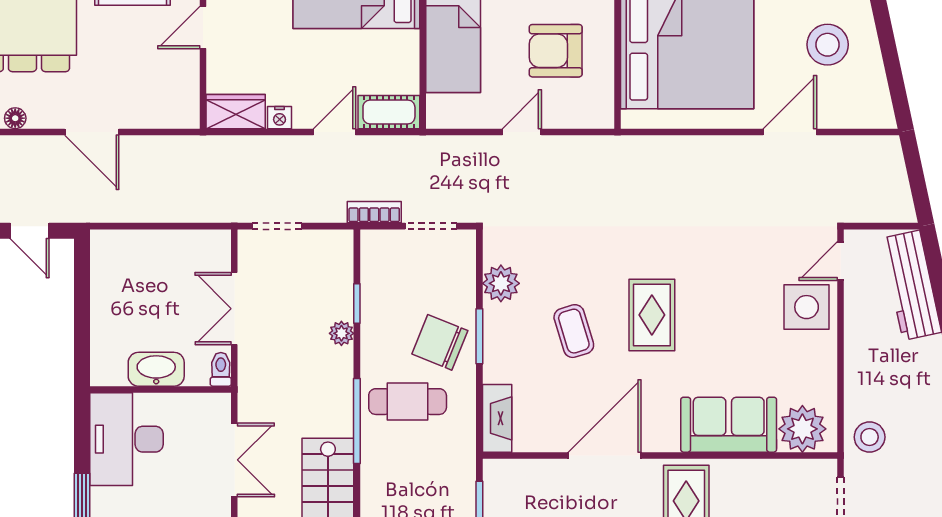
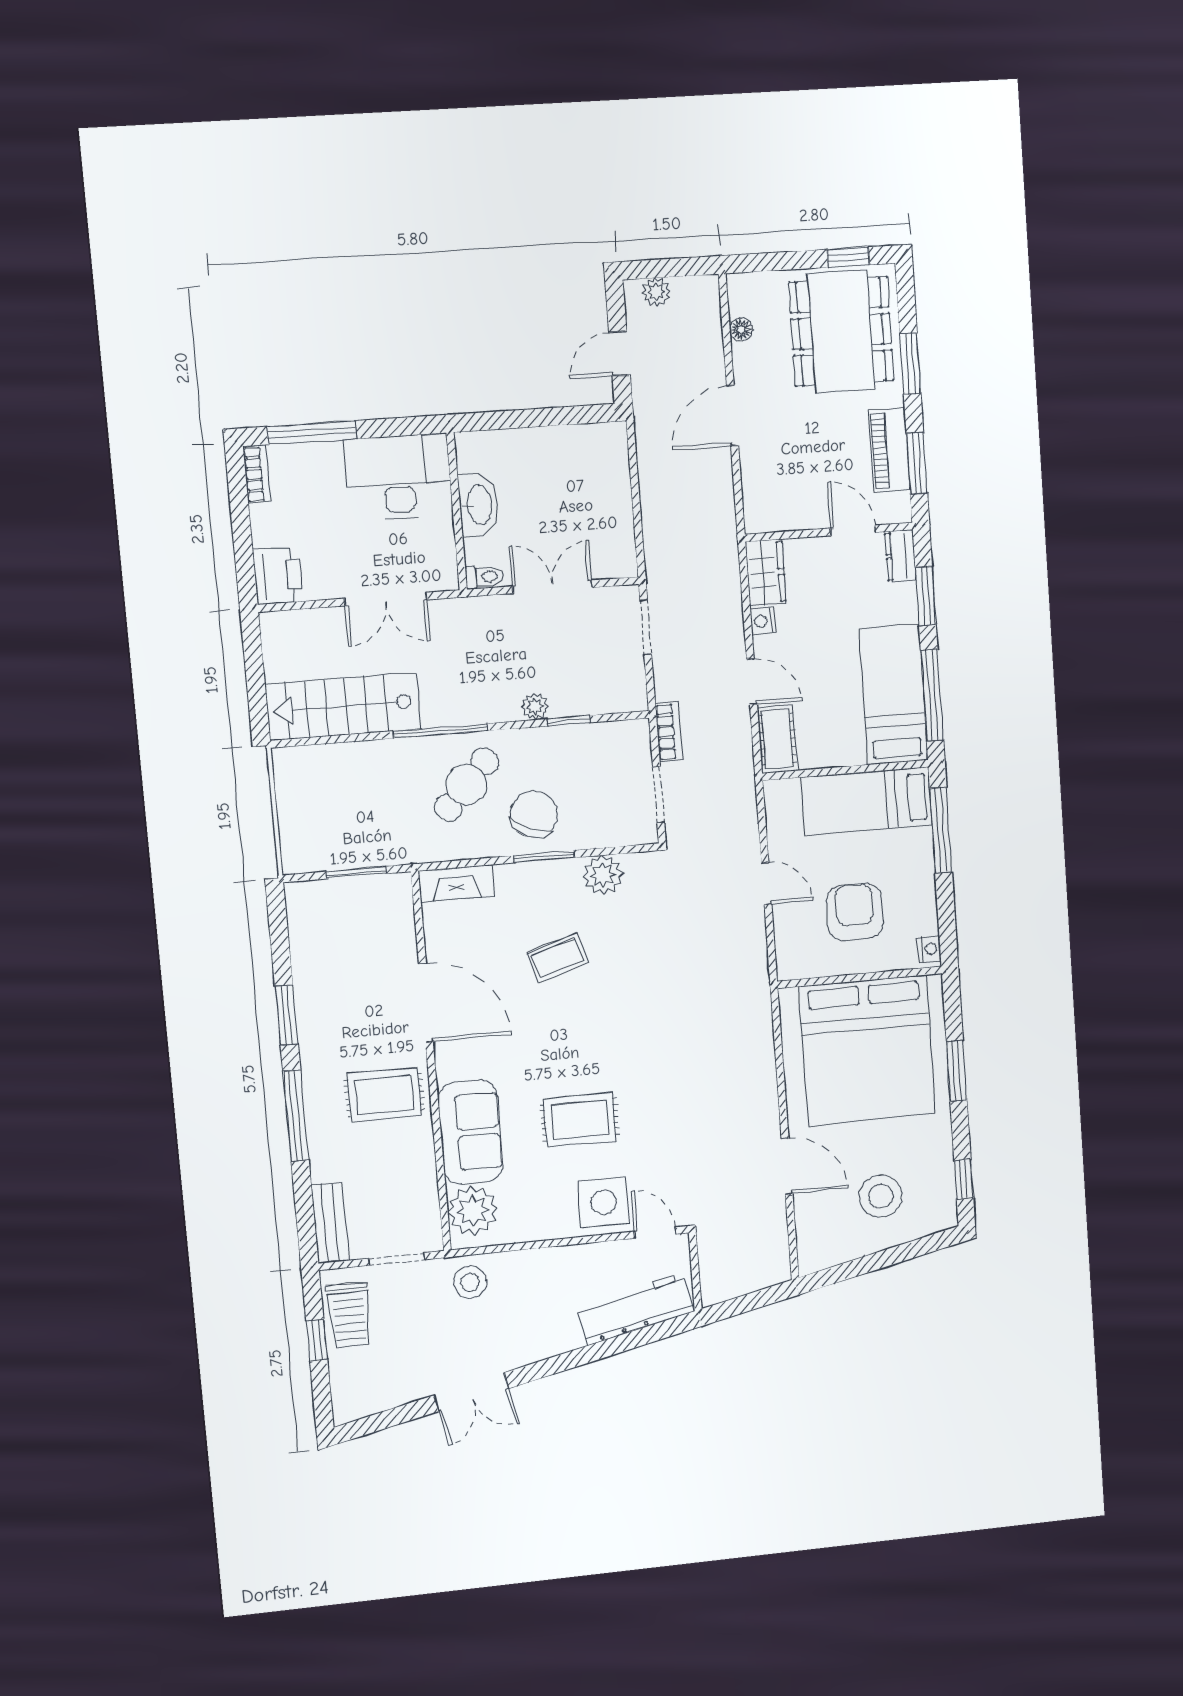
rug: (652, 315) -> (580, 1120), moved
cafe table: (408, 402) -> (466, 785), turned 43

